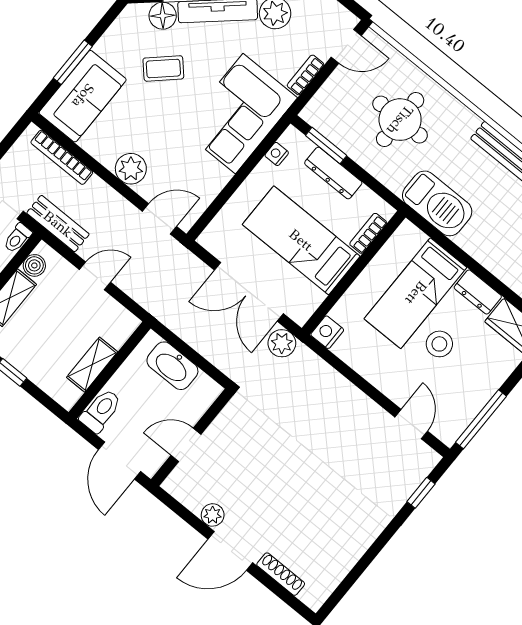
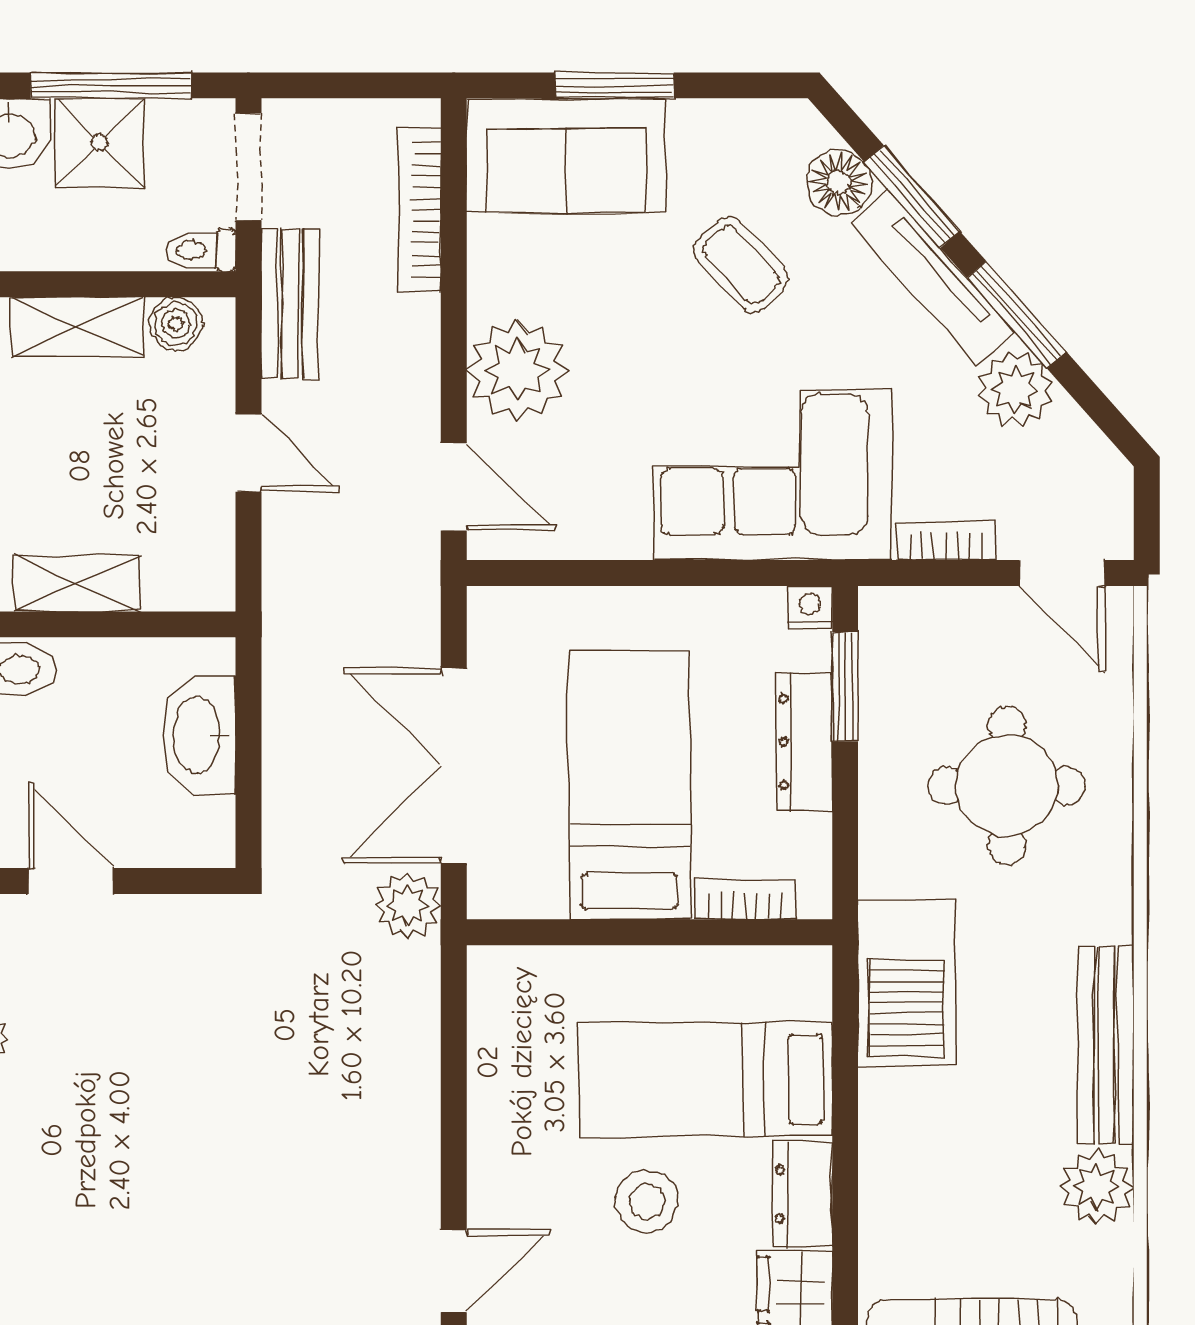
nightstand: (277, 154) -> (810, 607), moved
plant: (131, 169) -> (517, 370), width x1.36, depth x1.36
nightstand: (327, 332) -> (498, 974), removed

